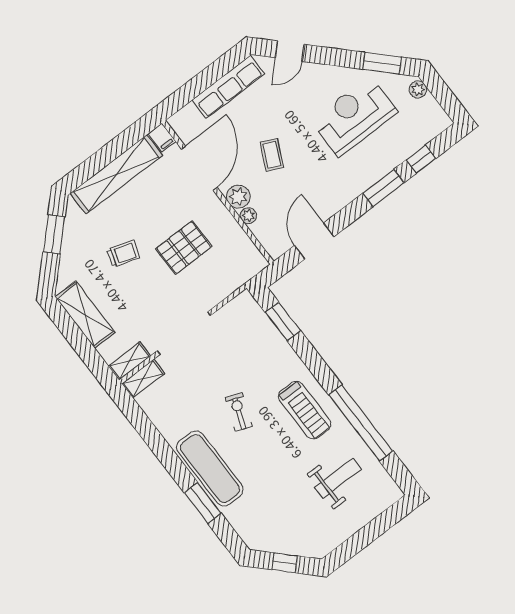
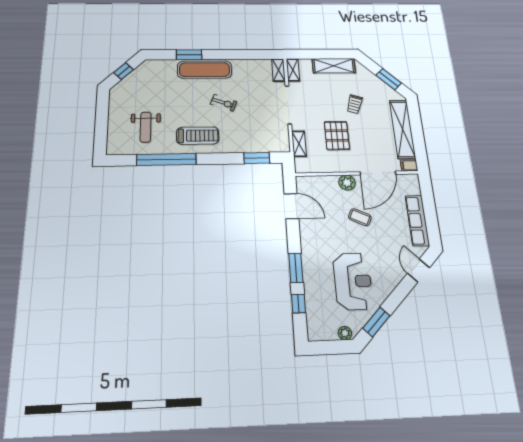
door: (199, 168) -> (378, 173), hinge flipped
plant: (248, 216) -> (332, 181), removed
shelving: (228, 285) -> (299, 144), added
treadmill: (305, 410) -> (198, 136), turned 180

